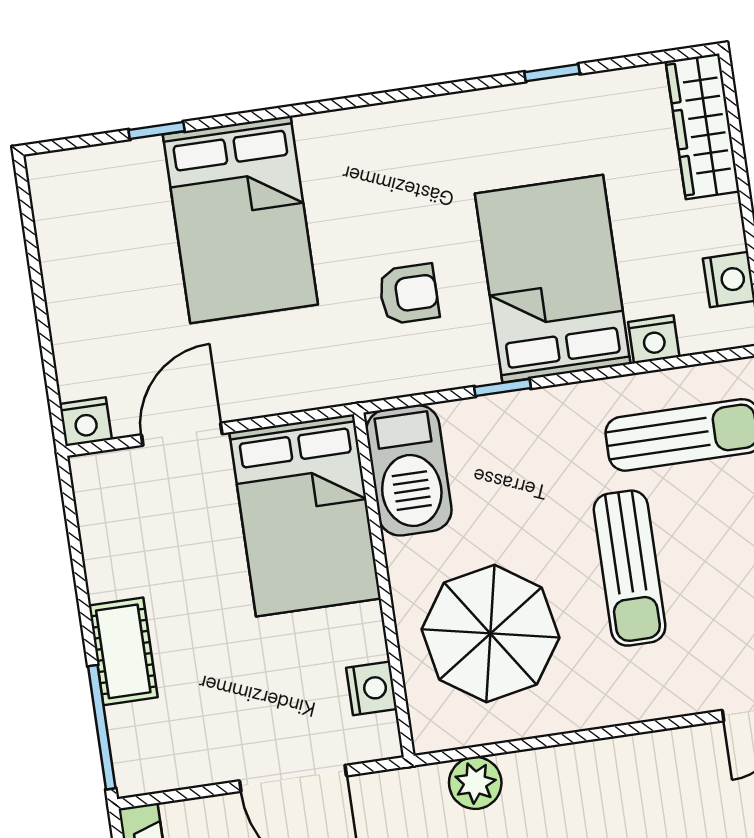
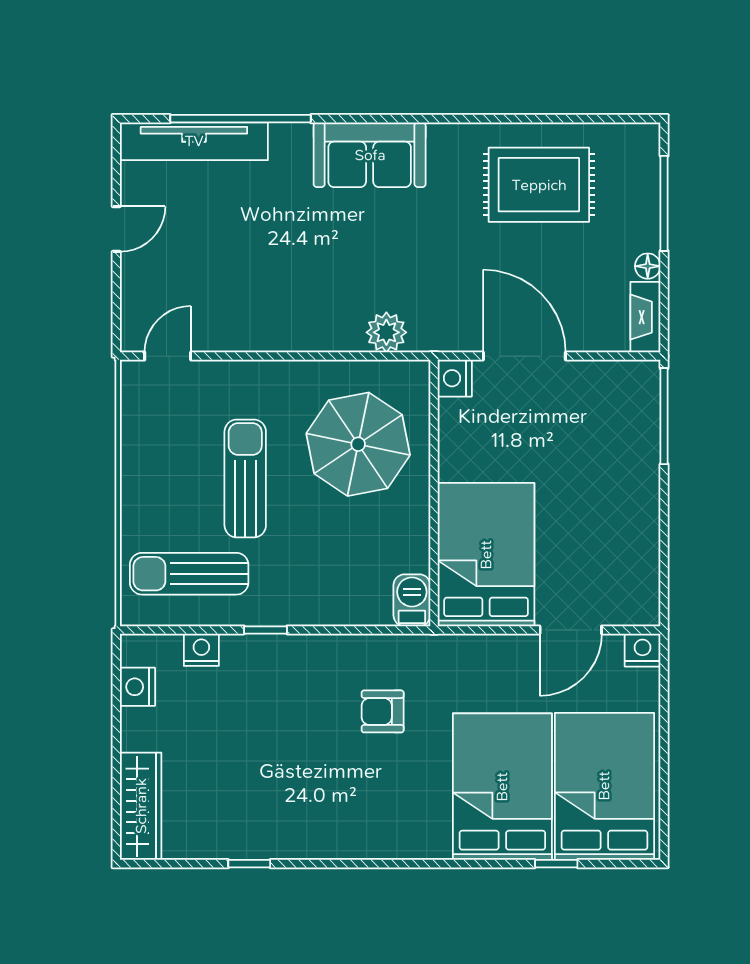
bed: (553, 279) -> (604, 786), moved, turned 180
window: (503, 387) -> (266, 630), moved
barbecue: (409, 470) -> (412, 600), width x0.53, depth x0.65
cot: (123, 651) -> (639, 471), removed
nightstand: (371, 688) -> (455, 378), moved

